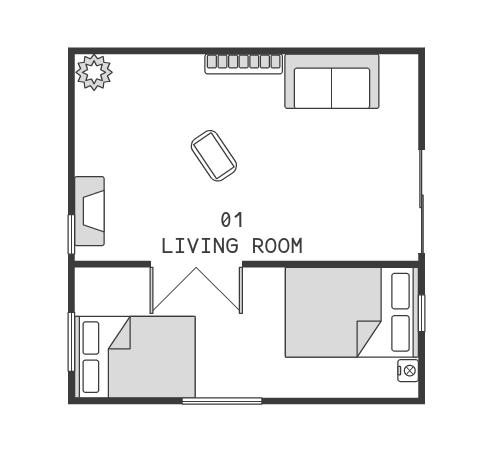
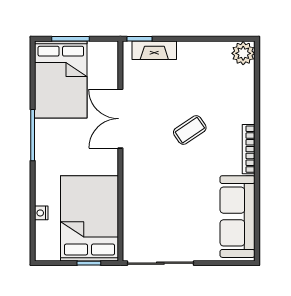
sofa: (332, 81) -> (238, 217), width x1.36
nightstand: (408, 371) -> (41, 213), moved, turned 90

